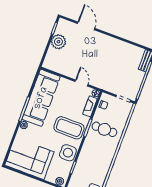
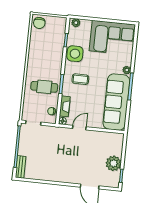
door: (82, 83) -> (79, 128), swing flipped
coffee table: (69, 128) -> (80, 79), width x0.54, depth x0.58

